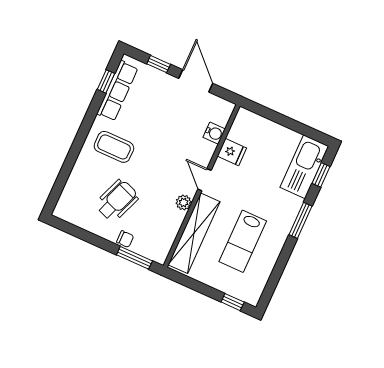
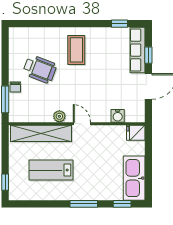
row of seats: (117, 91) -> (137, 50), moved, turned 90
fridge: (232, 152) -> (136, 133), moved, turned 90
kitchen sink: (304, 167) -> (134, 178), moved, turned -90
door: (204, 180) -> (82, 124), hinge flipped

